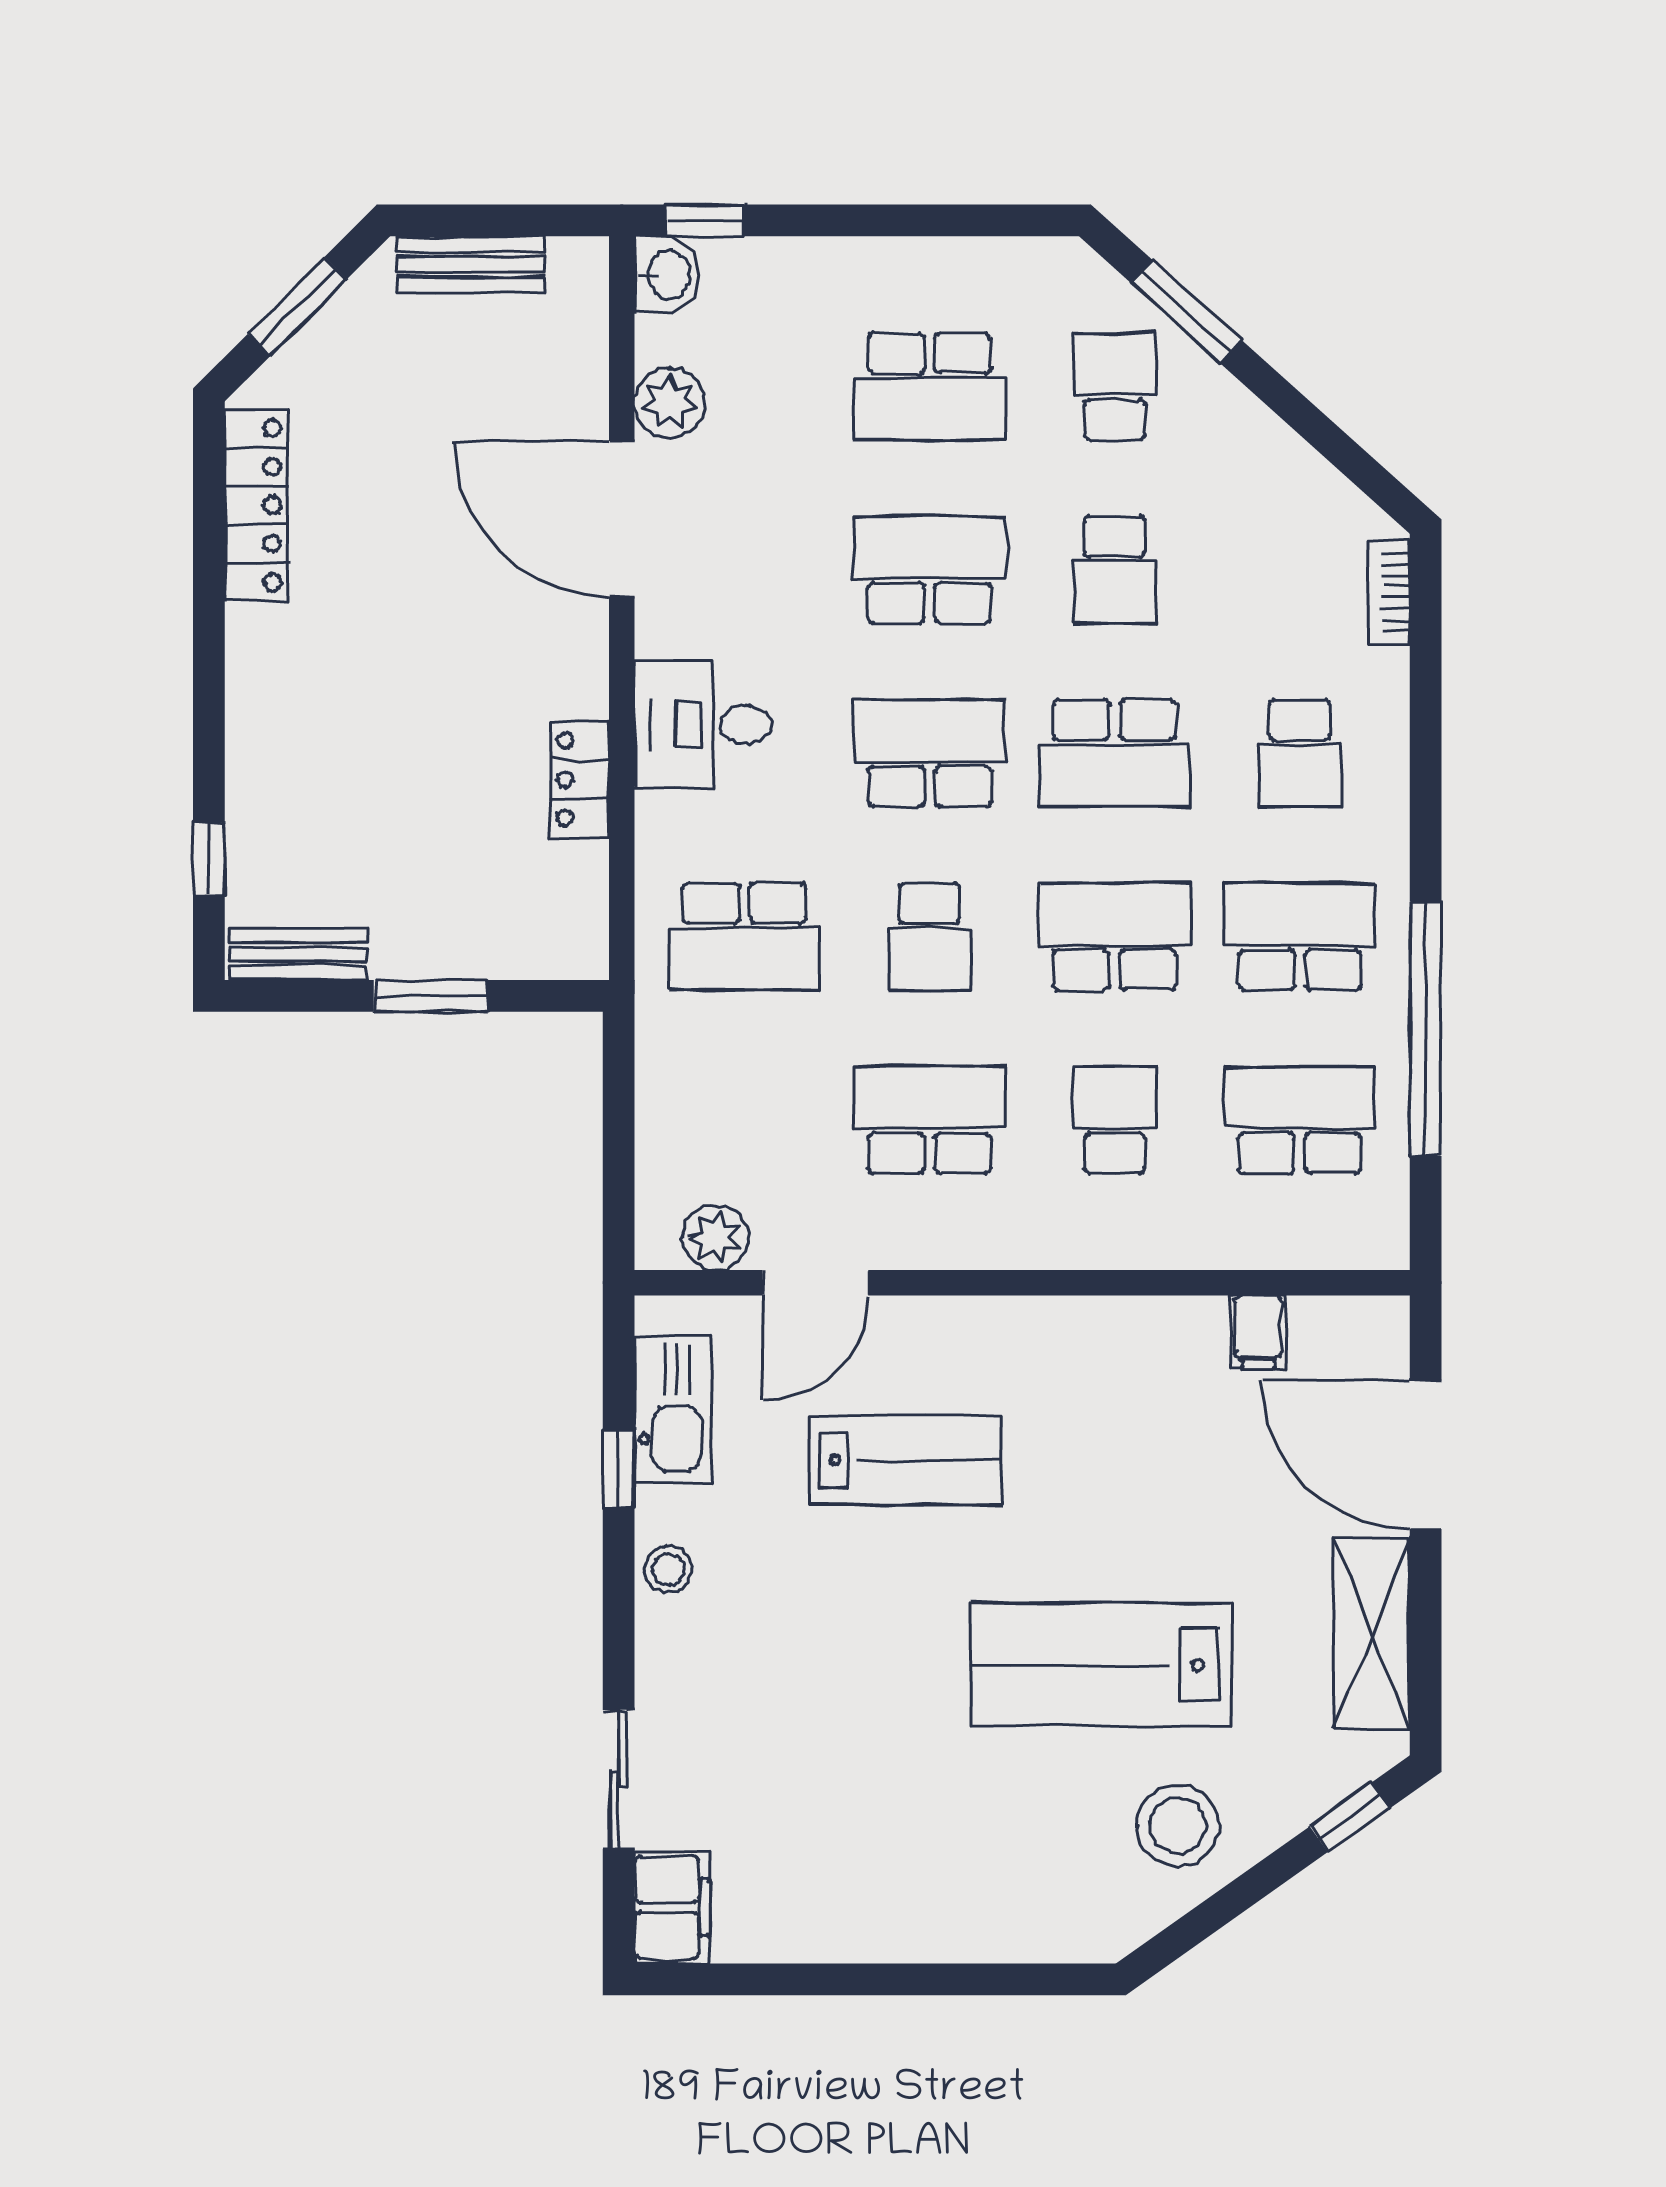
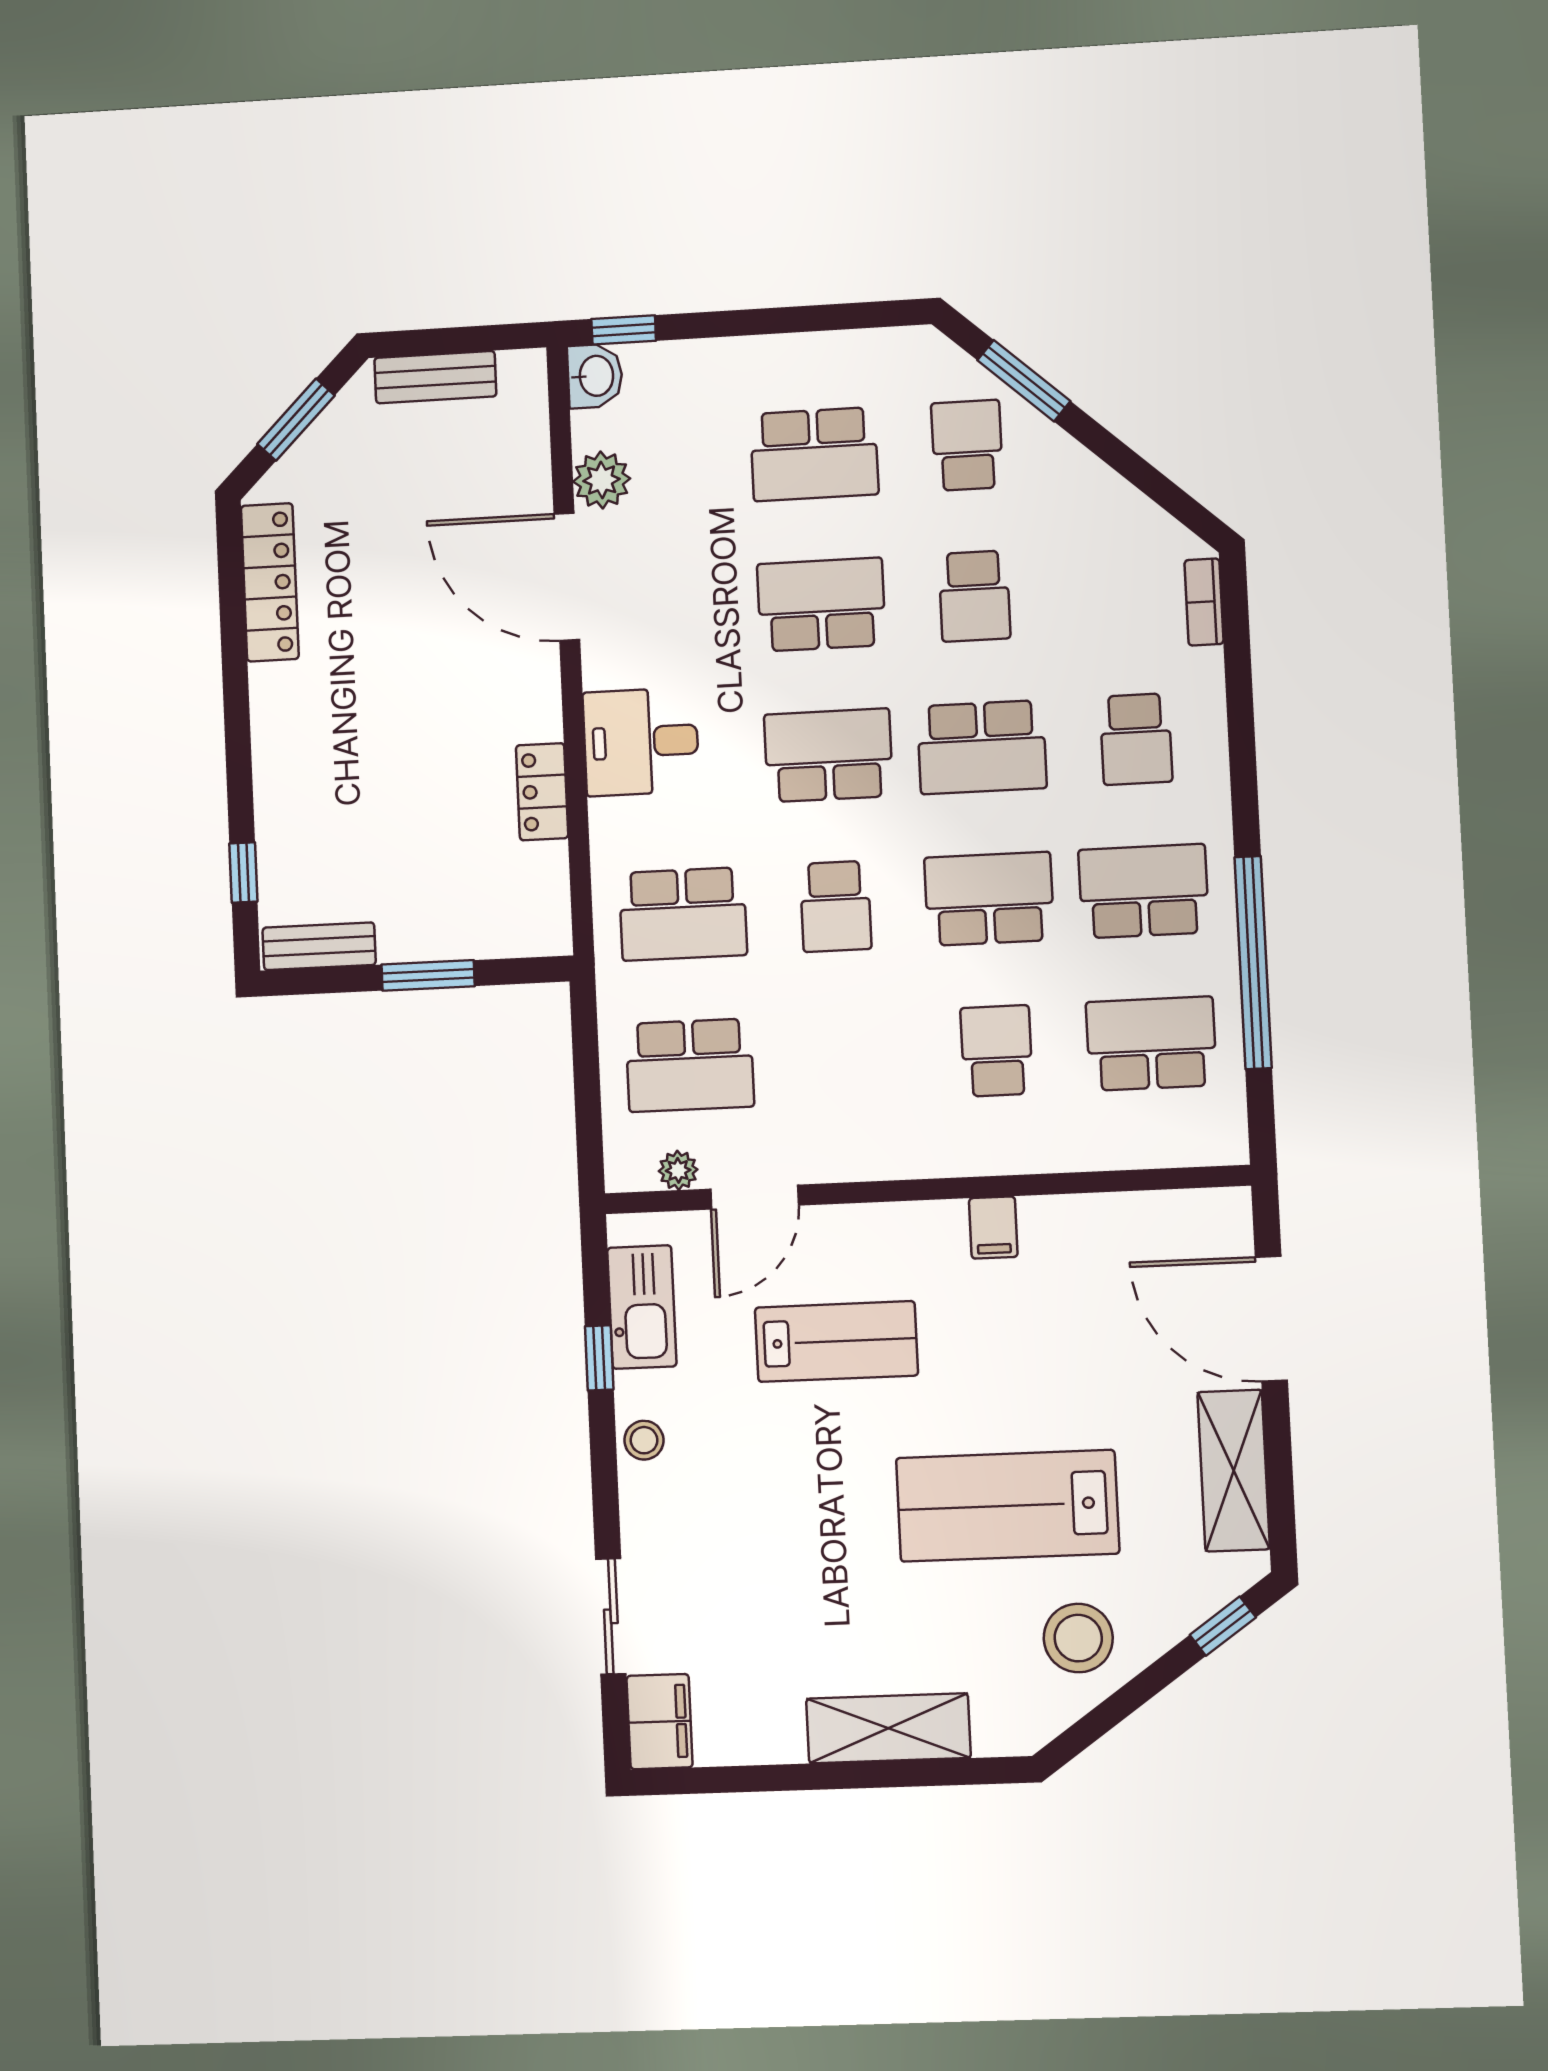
school desk: (930, 1120) -> (690, 1065), moved, turned 180
plant: (716, 1237) -> (678, 1170), width x0.73, depth x0.73
filing cabinet: (1258, 1332) -> (993, 1228), moved
shelving: (946, 1925) -> (888, 1728), added

